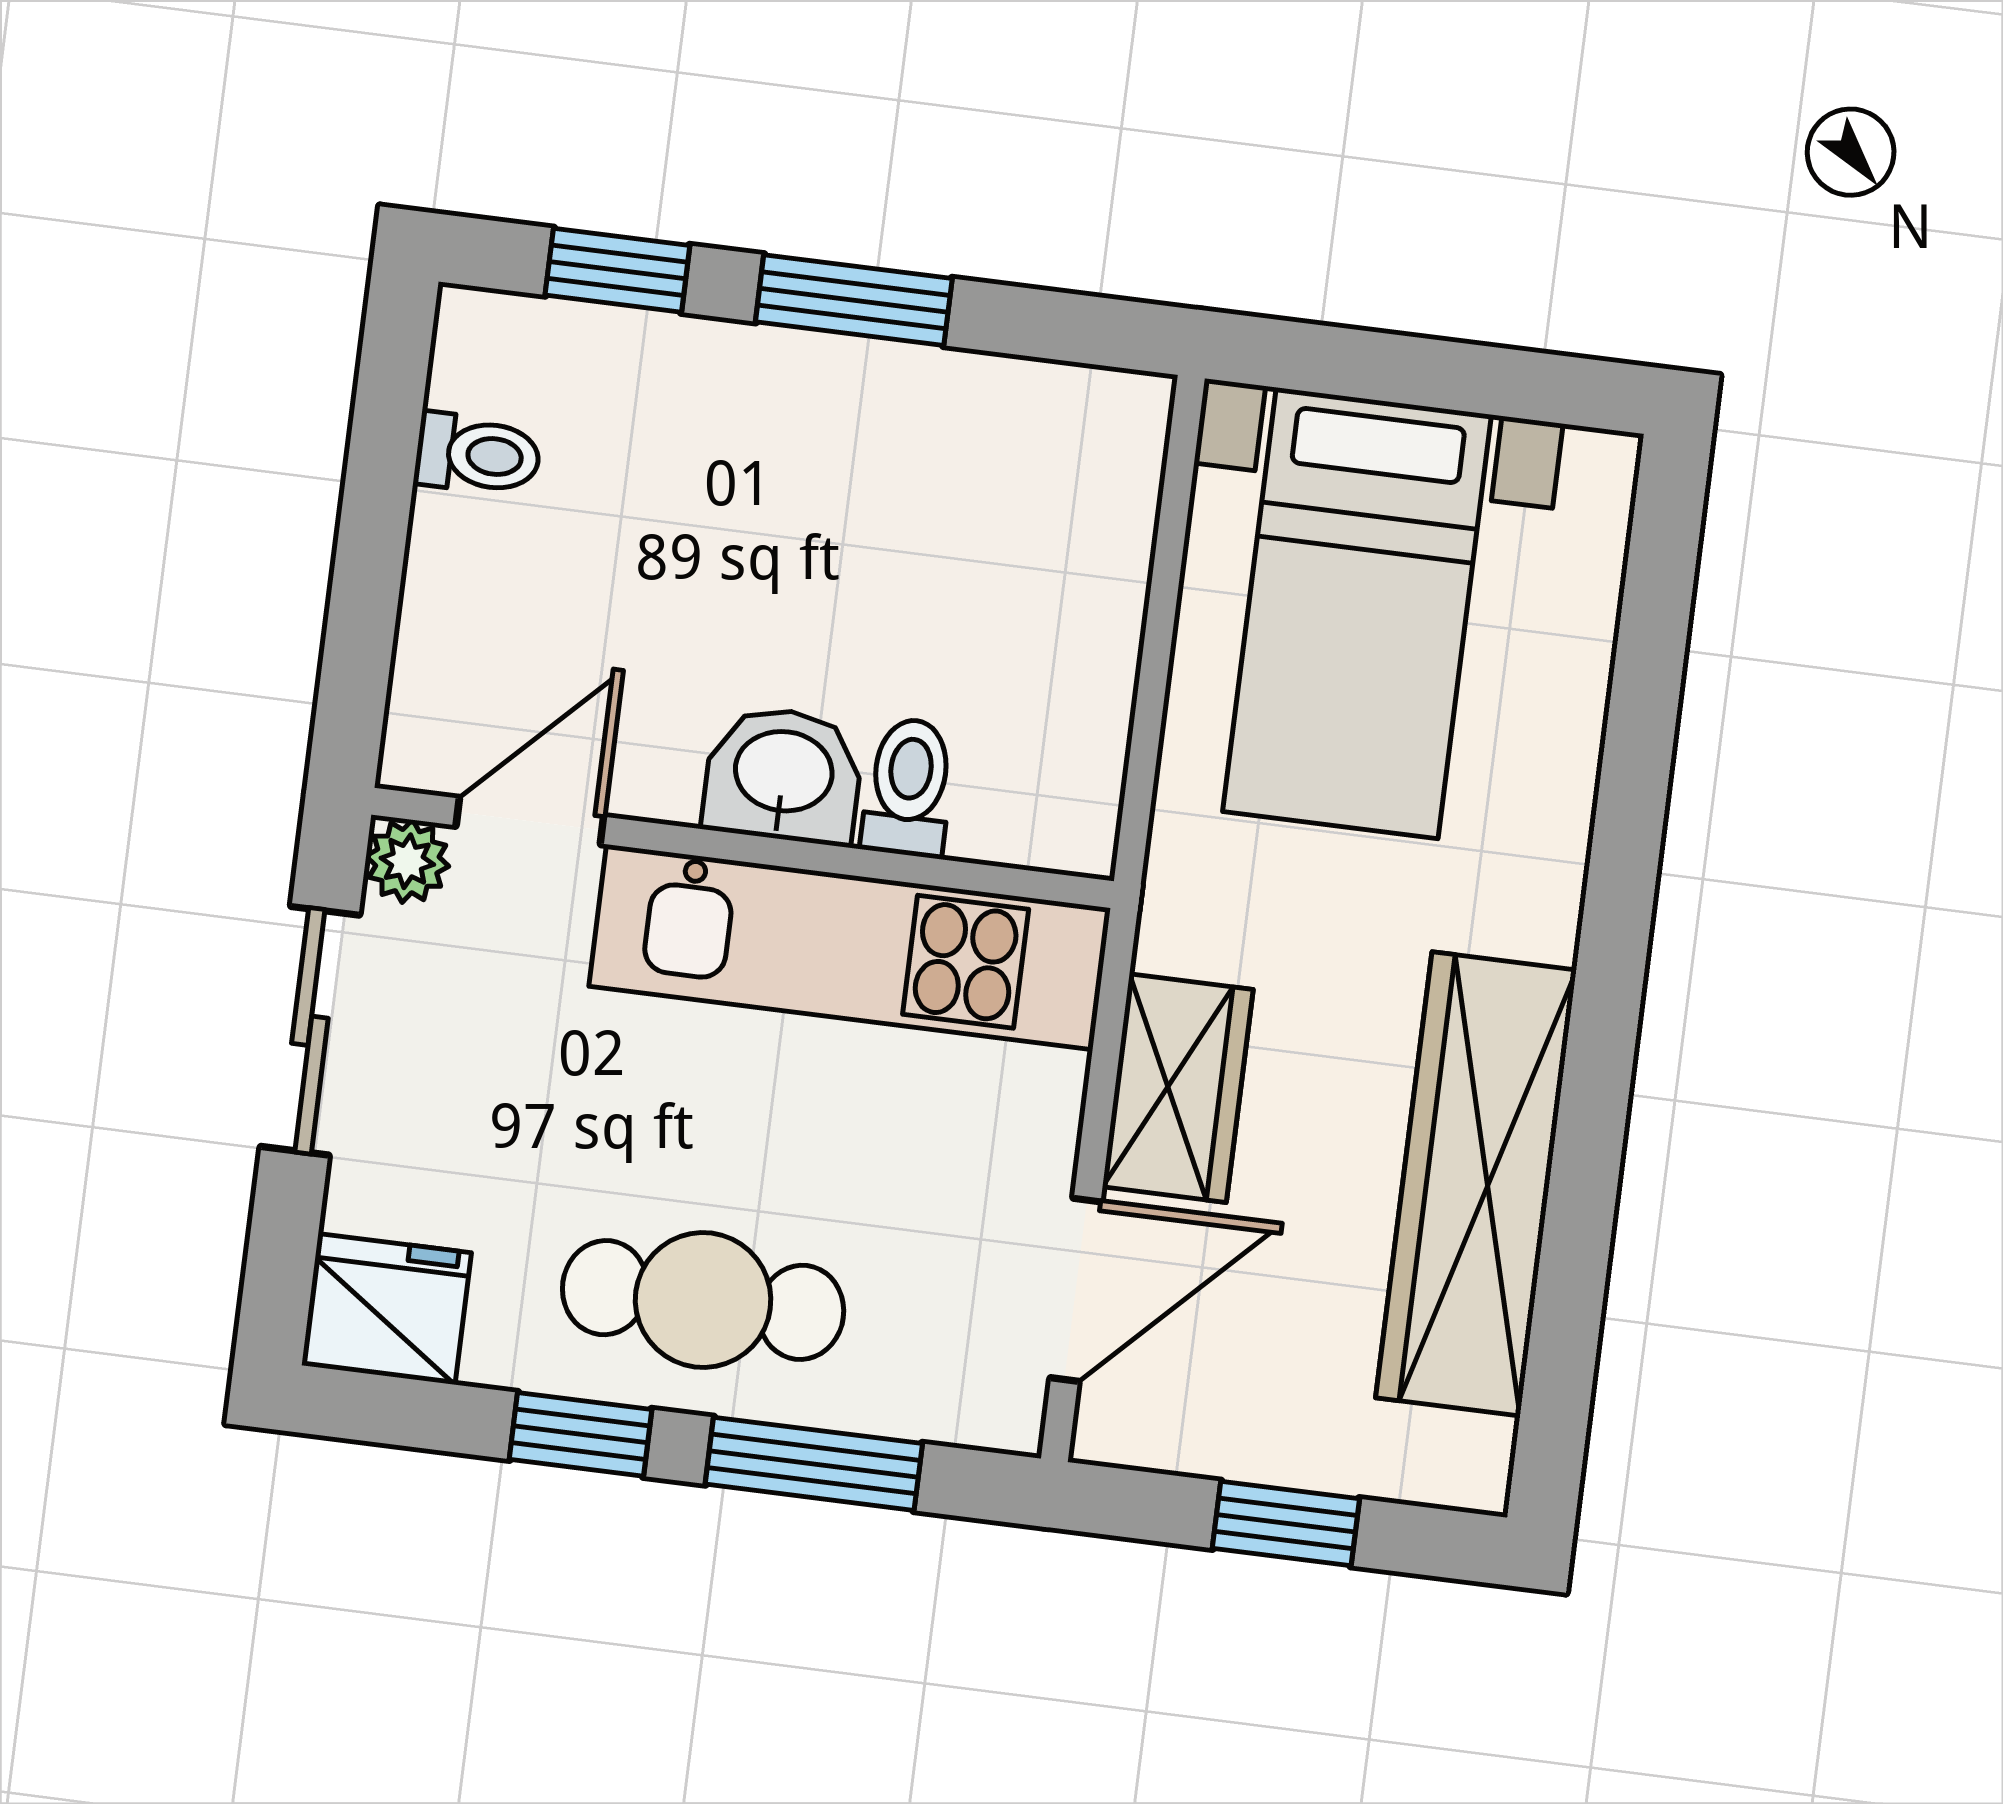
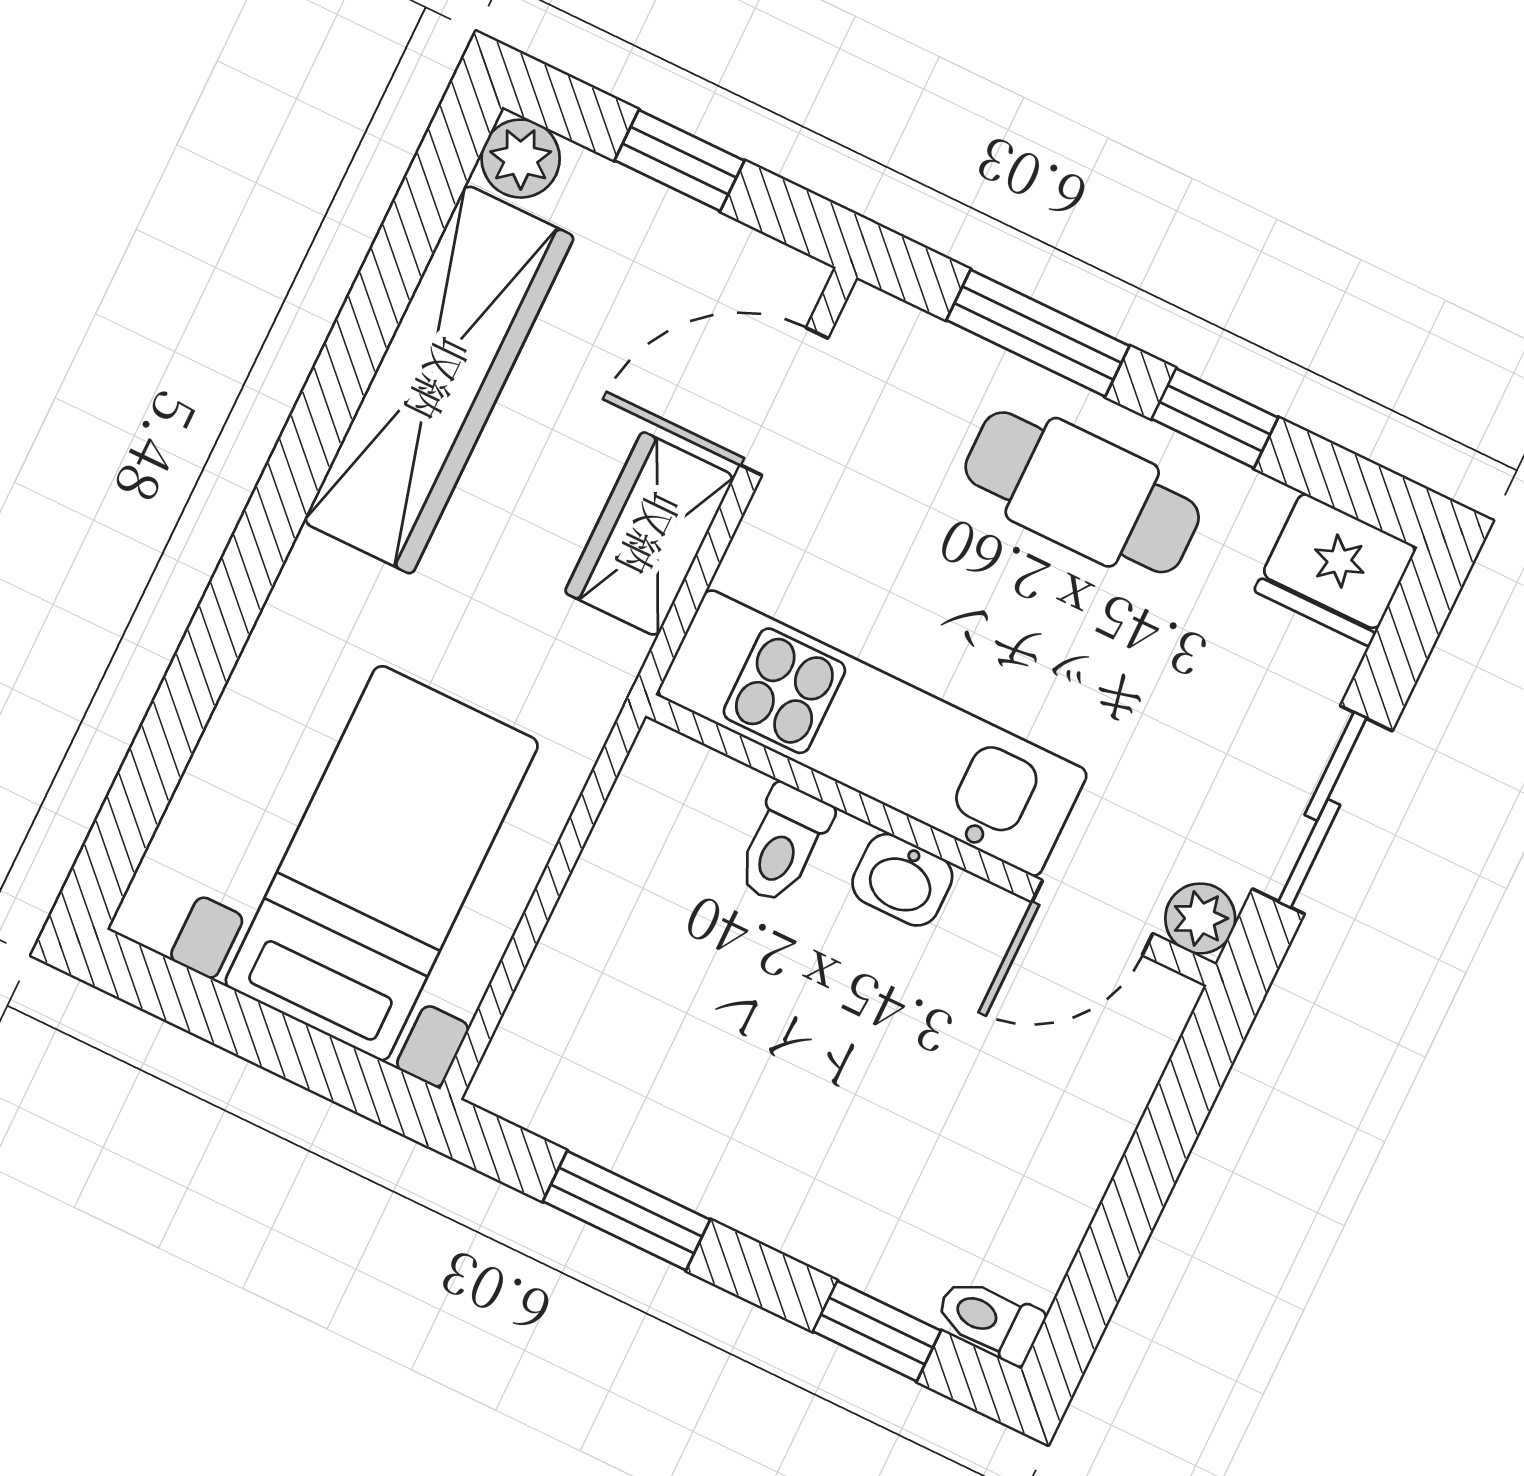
window: (854, 300) -> (627, 1211), moved
toilet: (478, 454) -> (990, 1320), moved
washbasin: (783, 775) -> (902, 880), width x0.72, depth x0.69
plant: (1467, 1465) -> (521, 159), added

